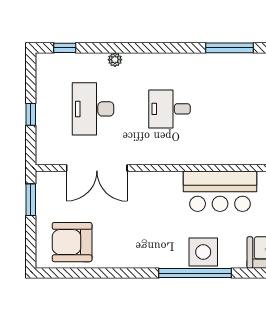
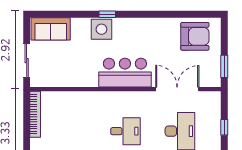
bar counter: (220, 191) -> (125, 73), moved
window: (195, 273) -> (107, 14), width x0.32

